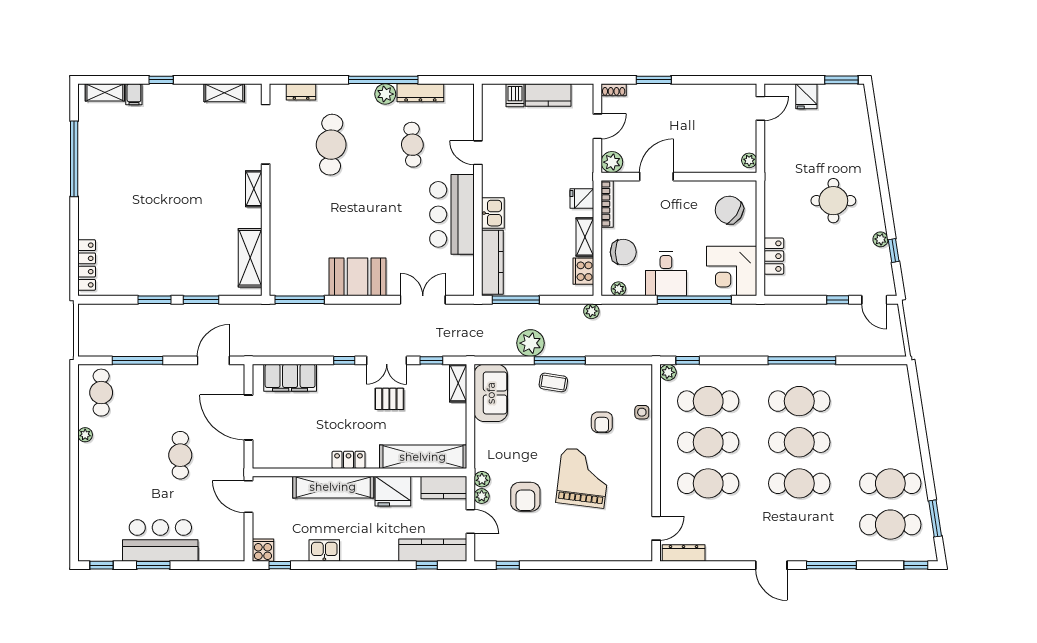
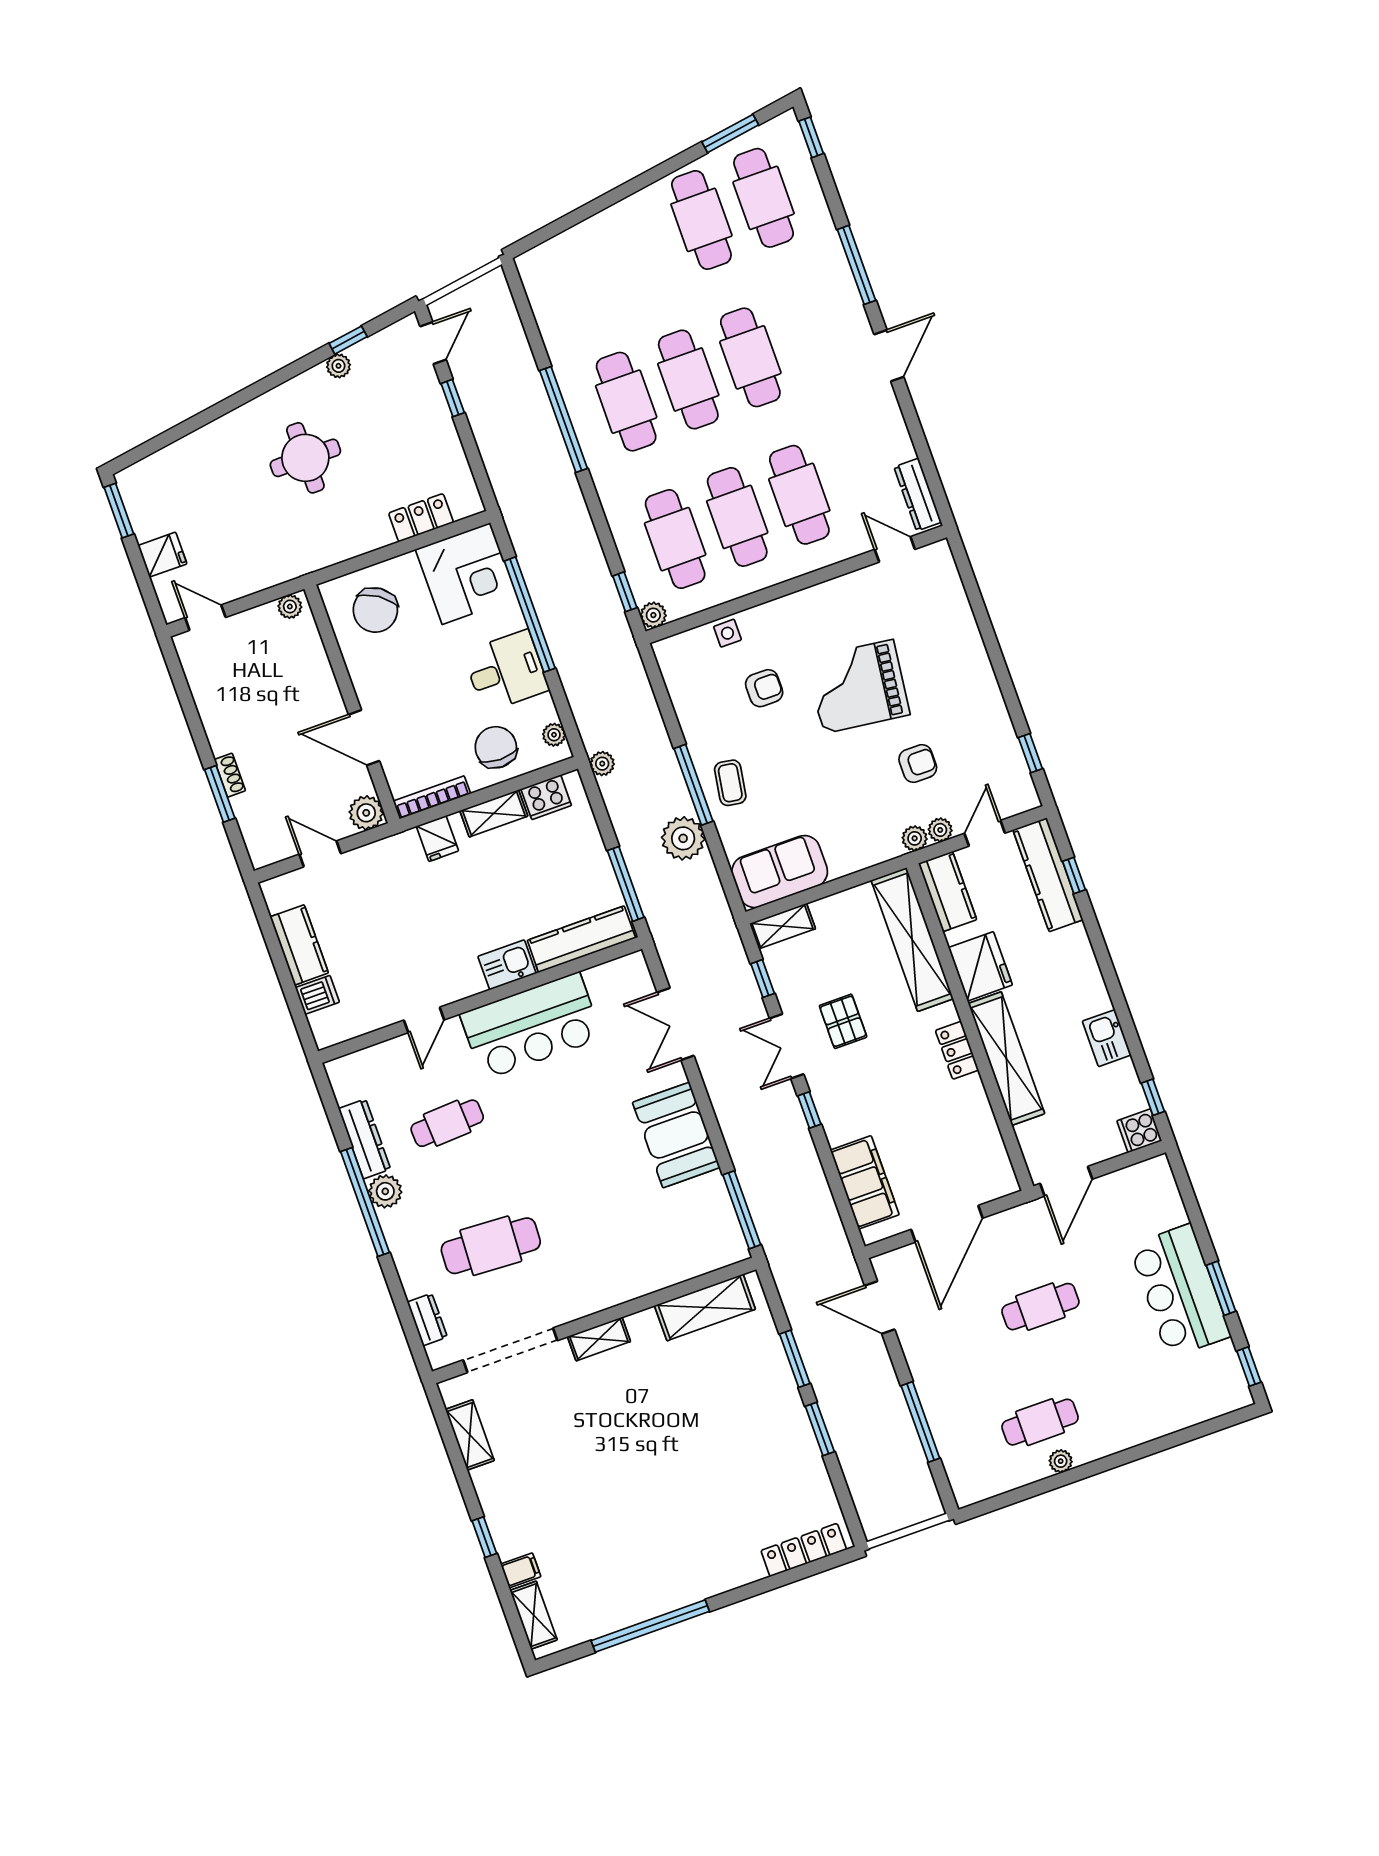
shoe rack: (614, 90) -> (230, 775), moved
double door: (387, 360) -> (787, 1046), swing flipped
cafe table: (101, 393) -> (1040, 1422), moved
armchair: (525, 497) -> (918, 763), width x0.72, depth x0.72

